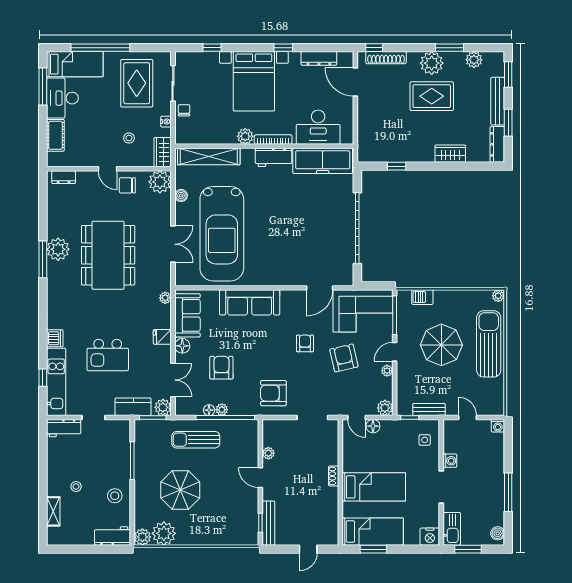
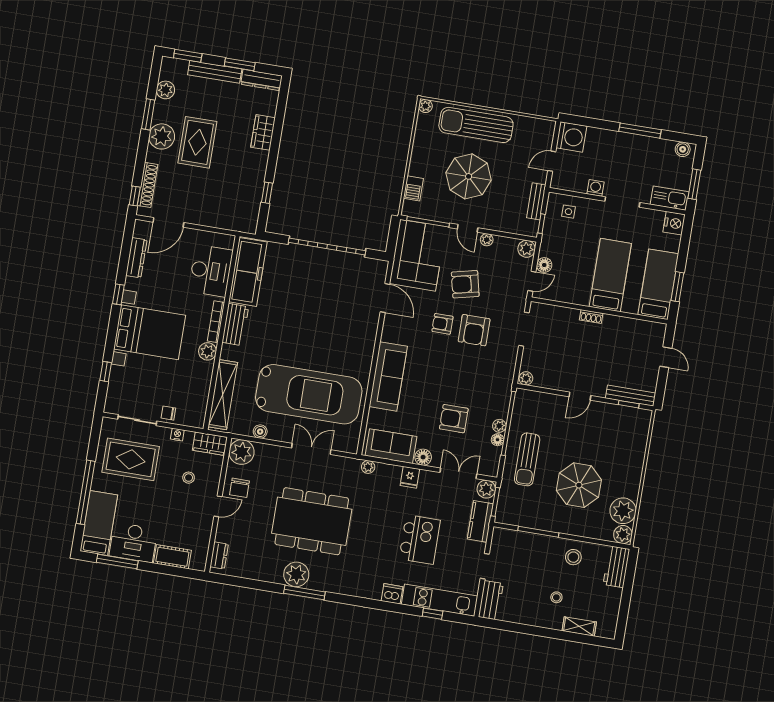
armchair: (273, 393) -> (474, 330), moved
washing machine: (498, 426) -> (571, 137), width x1.89, depth x1.89
plant: (268, 453) -> (526, 378), moved

